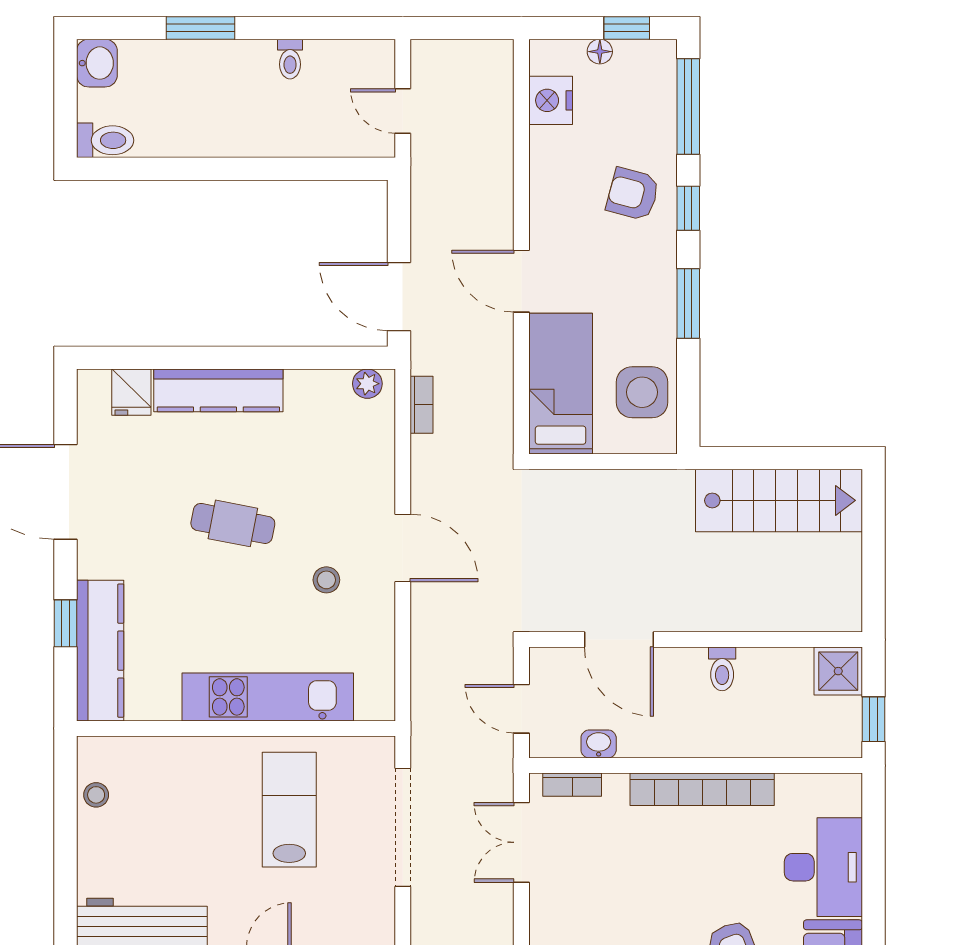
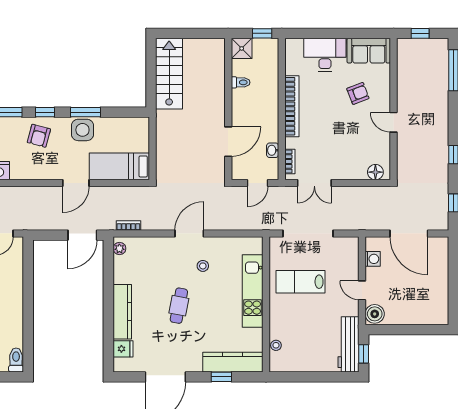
side table: (642, 392) -> (82, 130), moved
toilet: (722, 669) -> (241, 82), moved
stool: (96, 795) -> (276, 345), moved

